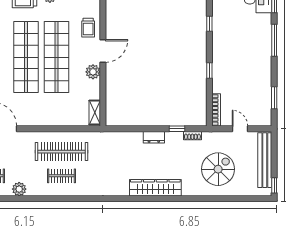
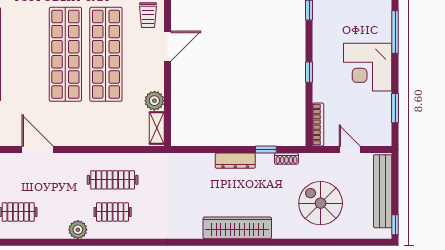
corner desk: (254, 67) -> (368, 67), added
plant: (93, 72) -> (154, 101), moved
dresser: (154, 137) -> (235, 161), width x1.44
clothes rail: (61, 152) -> (113, 180), width x0.73, depth x0.76
spiral stairs: (218, 169) -> (321, 203), turned -90
plant: (19, 189) -> (78, 230), moved

